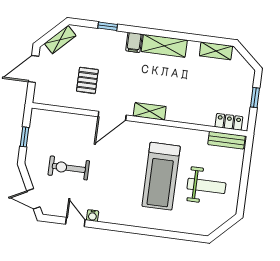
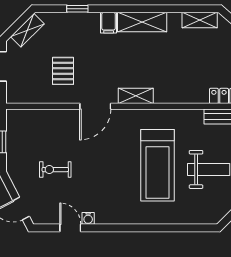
exercise bike: (69, 168) -> (55, 170), width x0.73, depth x0.72

